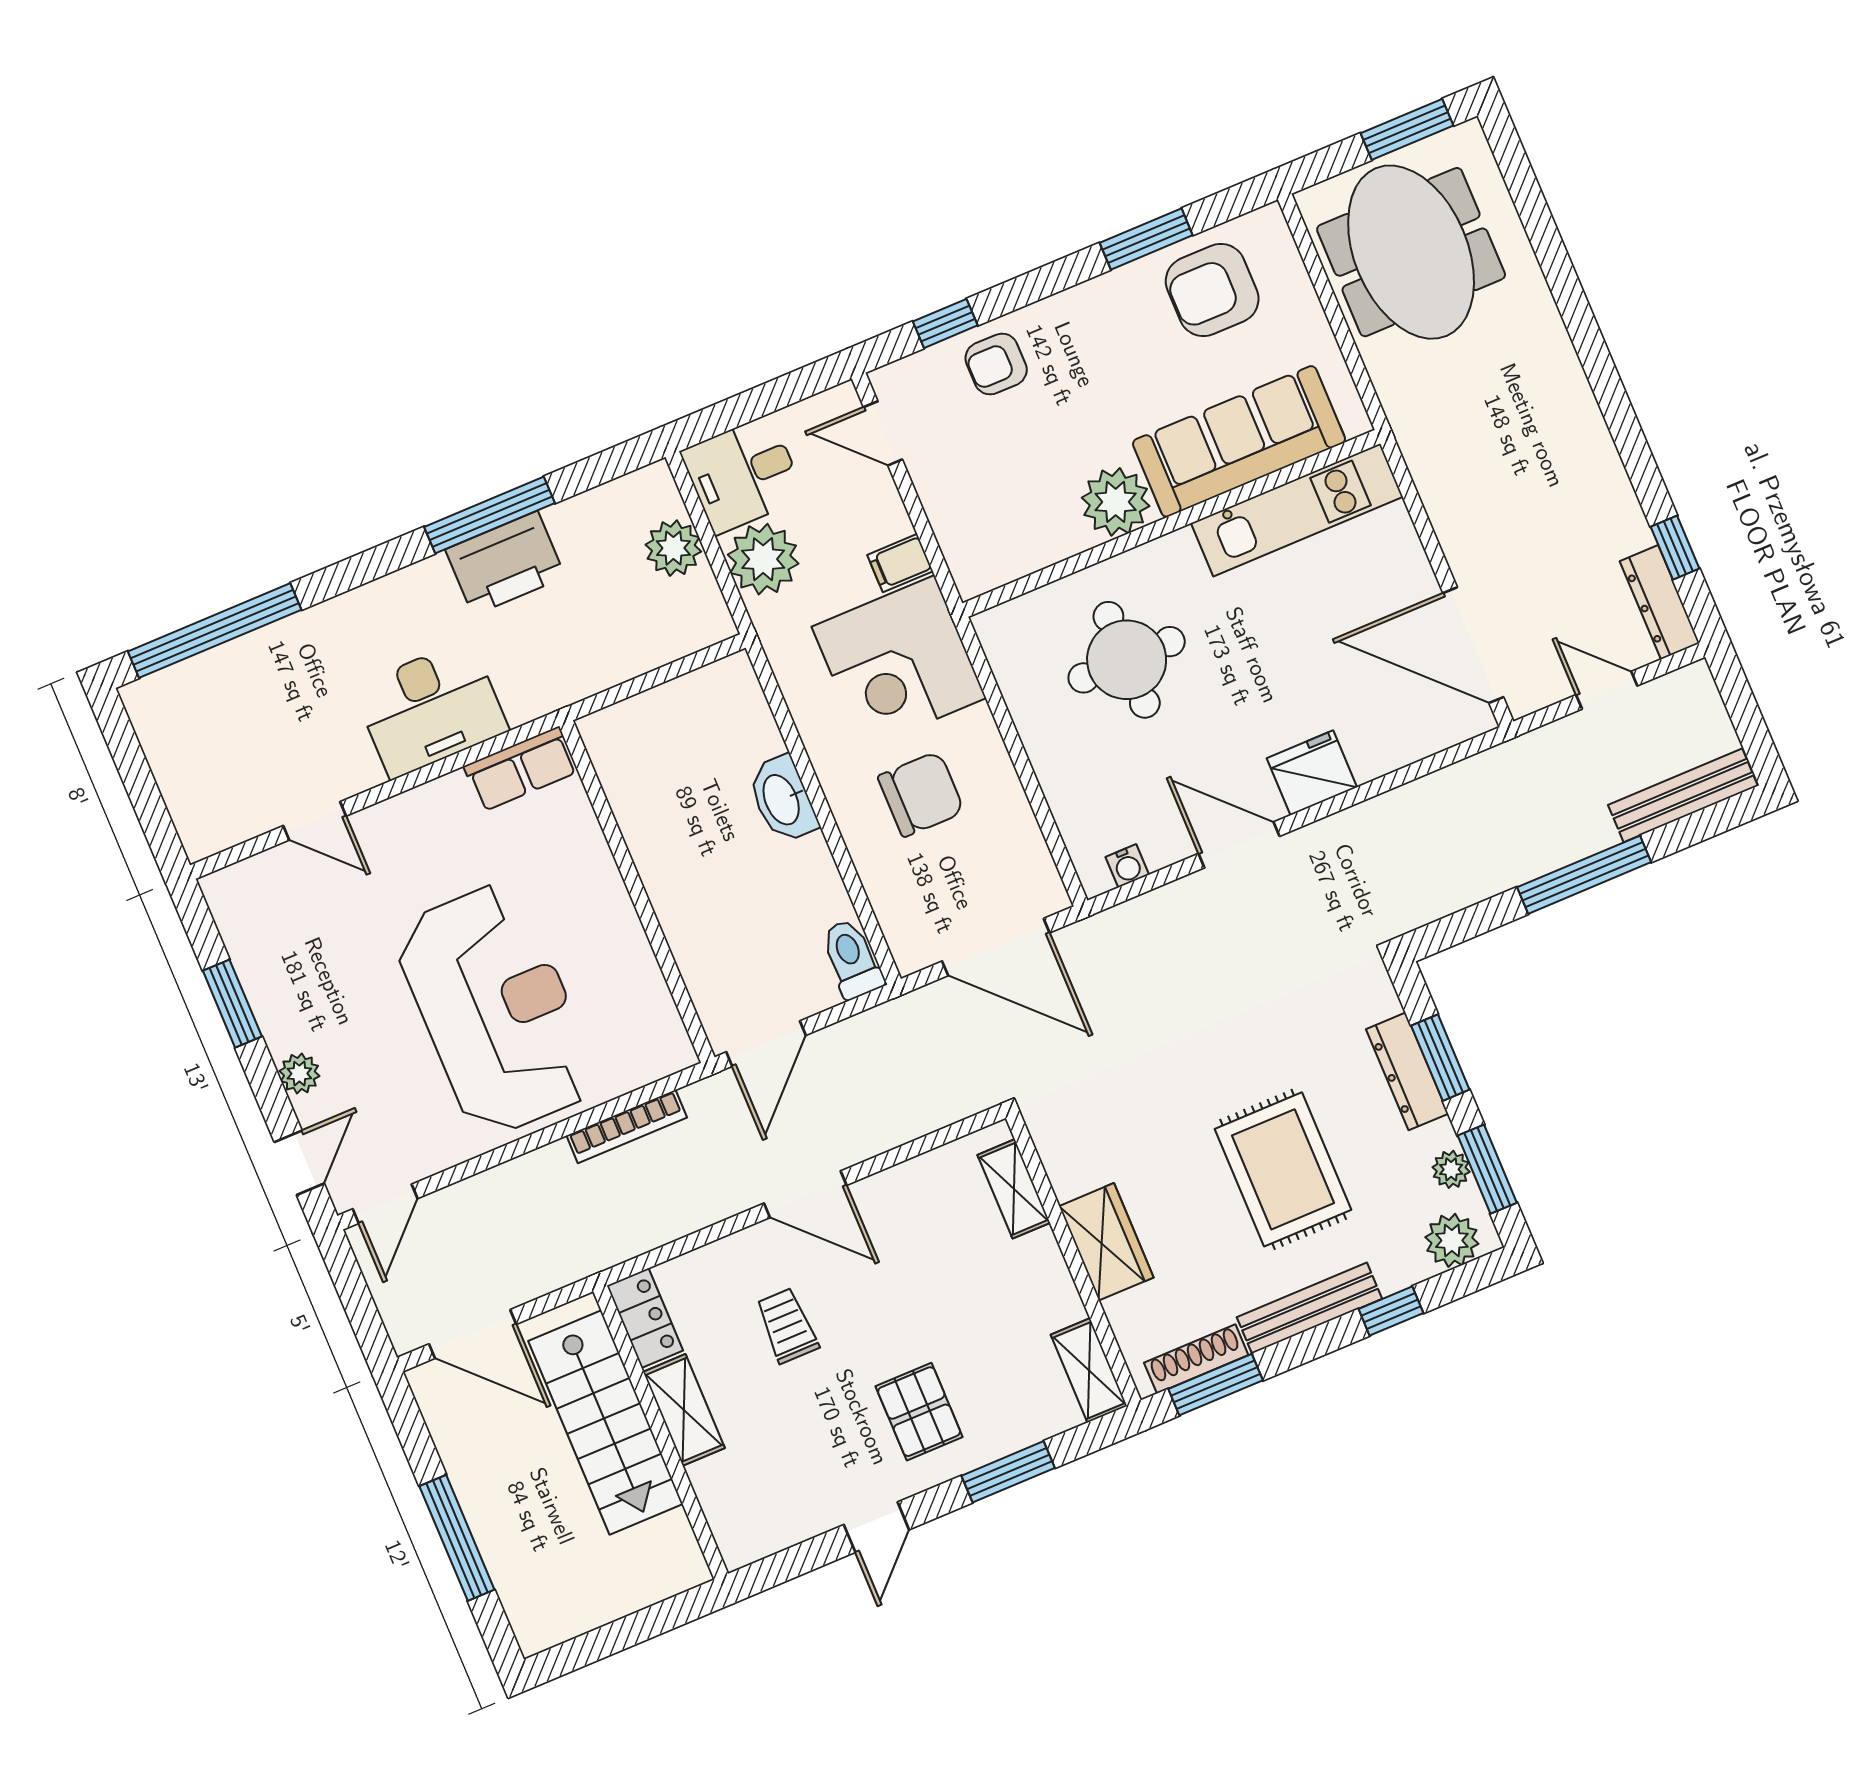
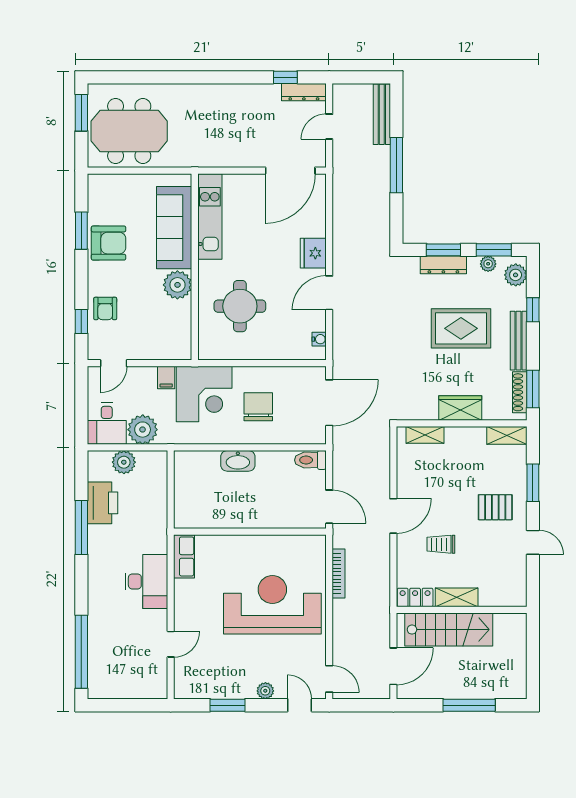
armchair: (1212, 290) -> (109, 243), moved, turned -90
printer: (505, 563) -> (102, 503), moved

